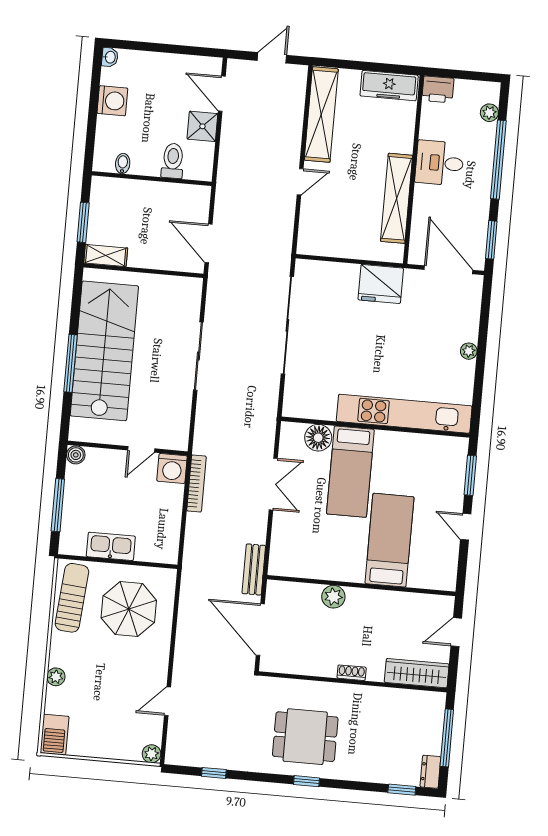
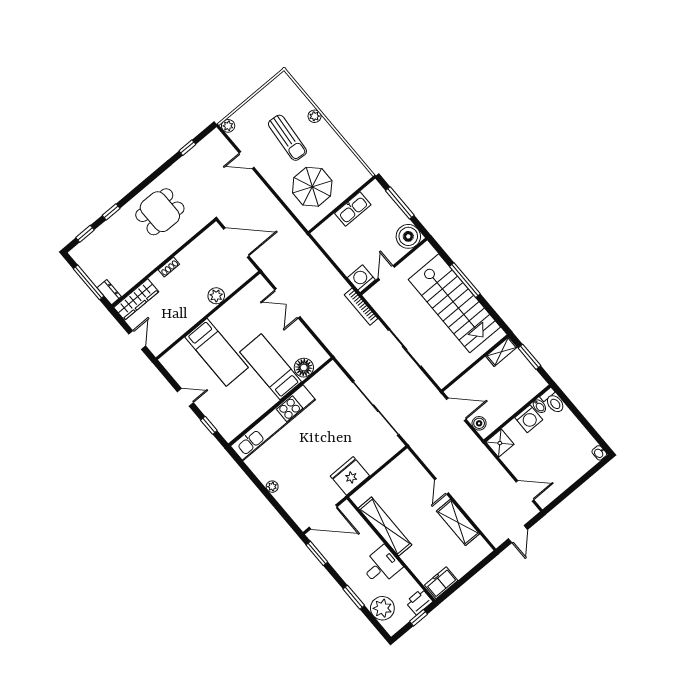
window: (455, 74) -> (419, 618), added
freezer: (389, 86) -> (441, 583), width x0.71
washing machine: (112, 101) -> (529, 419), moved, turned -90
plant: (489, 113) -> (382, 608), width x1.87, depth x1.87
shelving: (321, 115) -> (458, 522), width x0.68
shower: (202, 126) -> (500, 443), moved
window: (498, 160) -> (354, 597), width x0.47
toilet: (173, 161) -> (553, 401), moved
boiler: (200, 207) -> (479, 423), added
boiler: (76, 455) -> (408, 236), width x1.86, depth x1.86
window: (470, 475) -> (209, 425), width x0.67
bookcase: (196, 484) -> (361, 307), moved
double door: (273, 484) -> (287, 303), moved
bench: (254, 570) -> (270, 269), removed
sun lounger: (72, 598) -> (287, 138), moved
door: (168, 701) -> (246, 160), swing flipped
barbecue: (55, 735) -> (286, 87), removed
dresser: (430, 772) -> (109, 292), moved
window: (306, 781) -> (111, 212), moved

